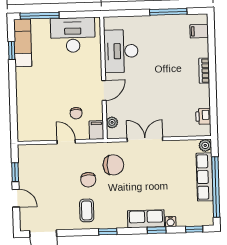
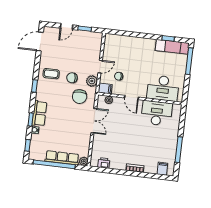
desk: (73, 35) -> (163, 88), moved, turned 90
plant: (89, 151) -> (92, 81), added

